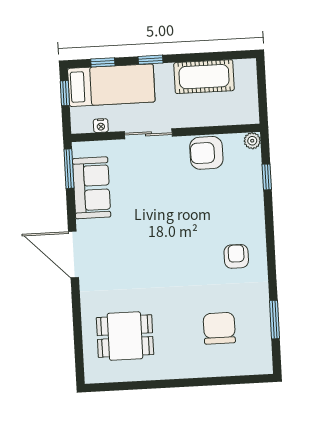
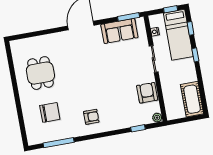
cot: (204, 77) -> (192, 99), moved
window: (274, 320) -> (59, 143), width x1.44
dining table: (125, 336) -> (40, 73), moved

